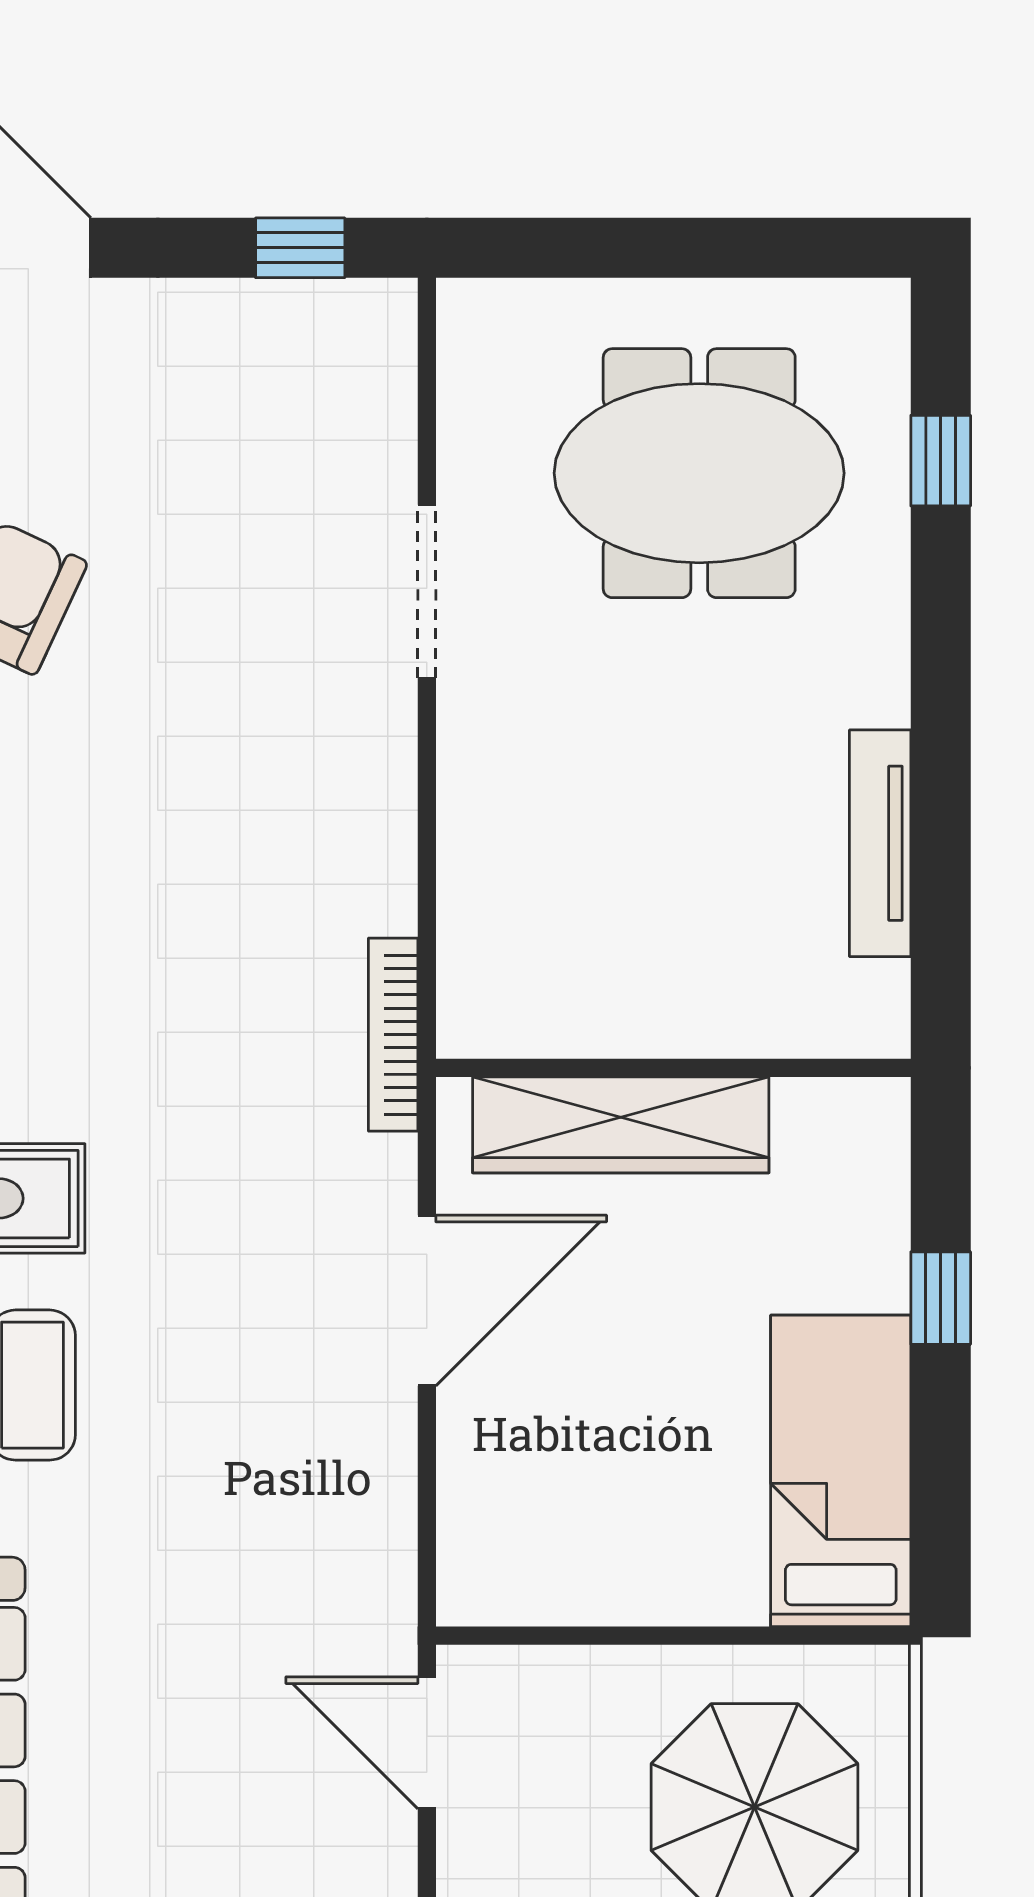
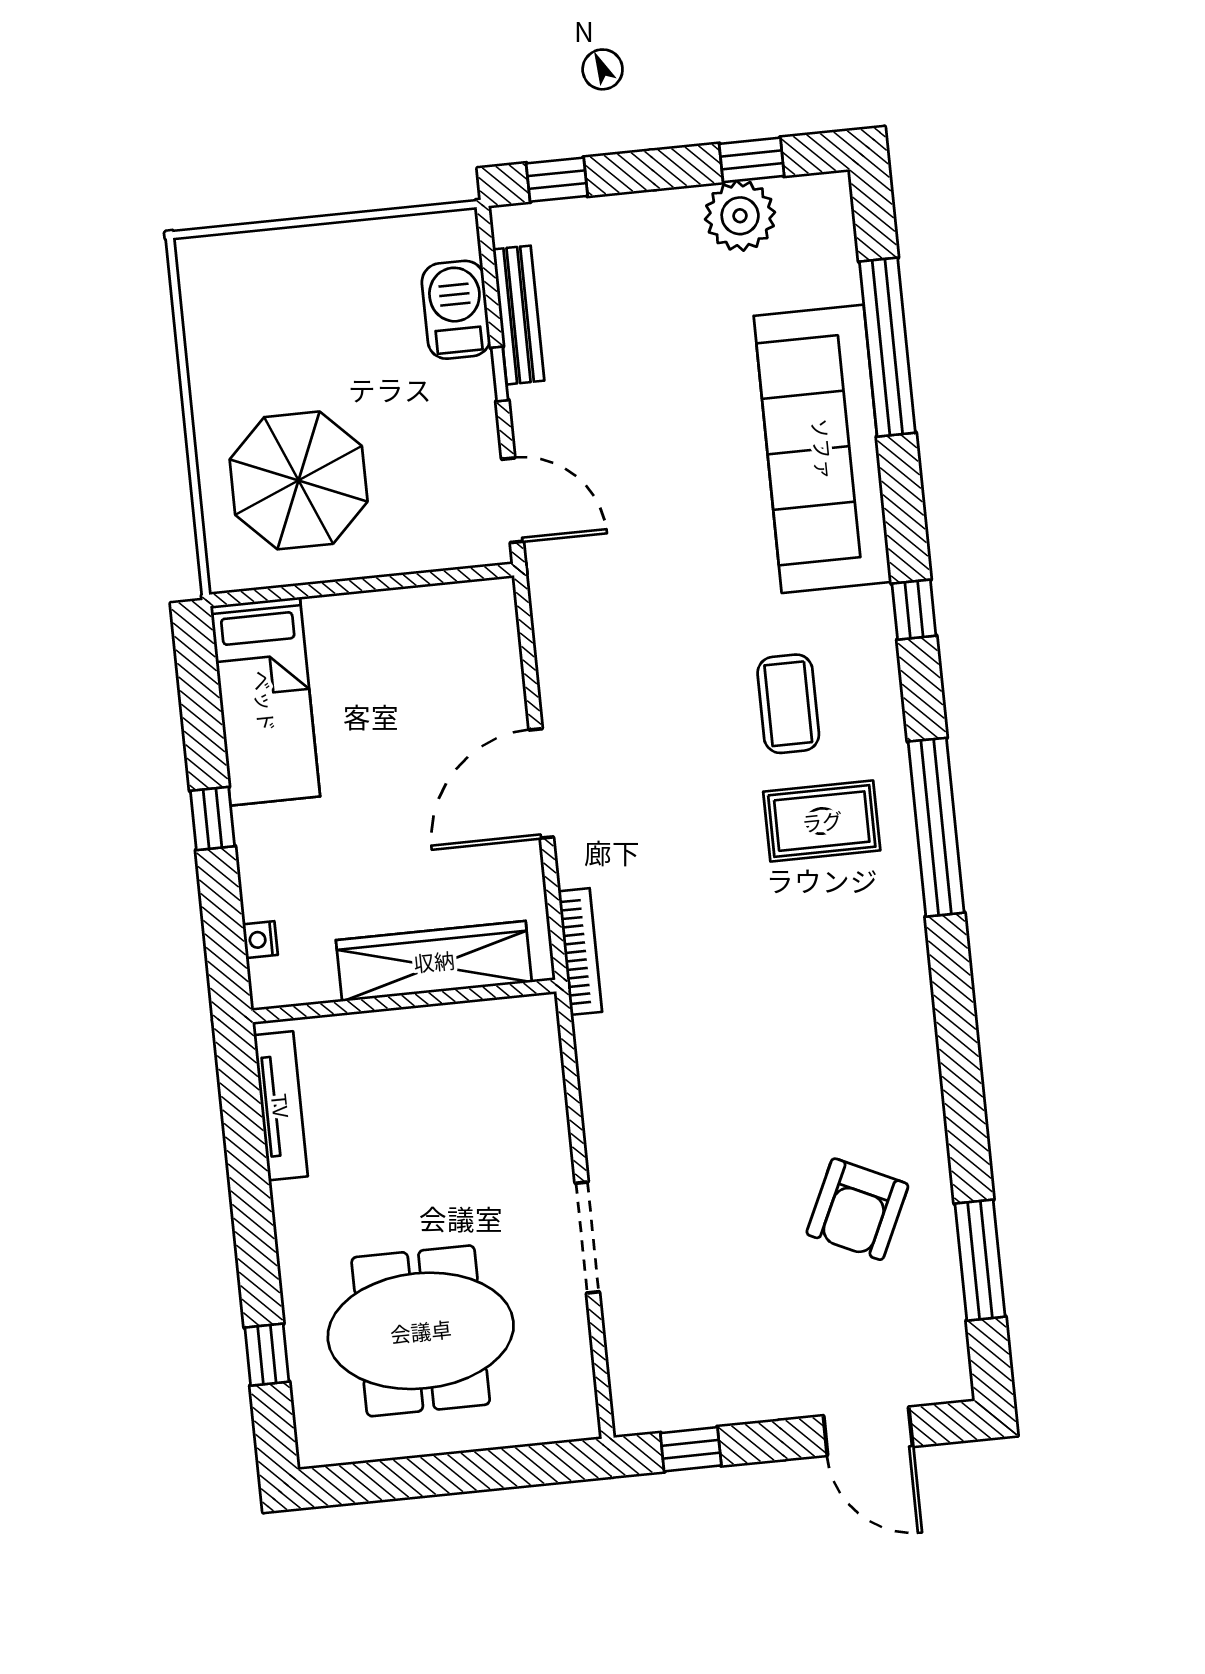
wall: (673, 1068) -> (404, 1001), moved
nightstand: (886, 1103) -> (260, 940), added
wardrobe: (621, 1125) -> (434, 961), moved

